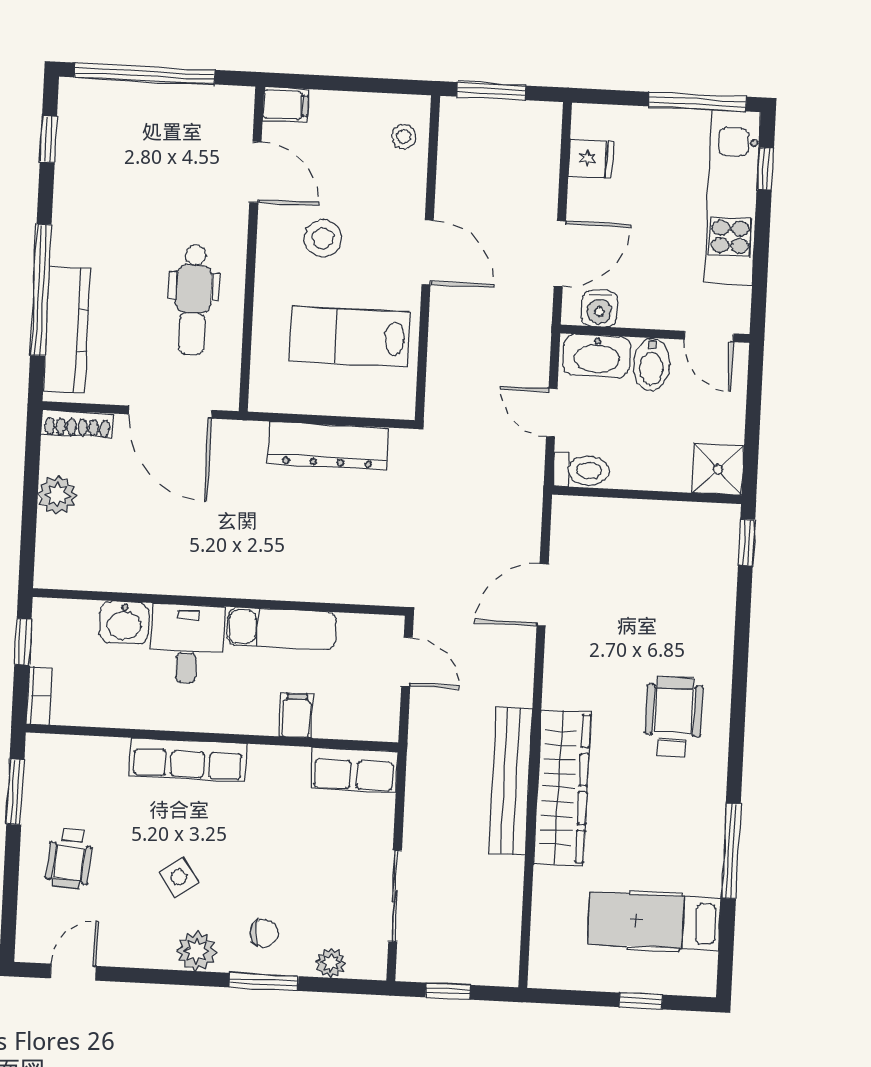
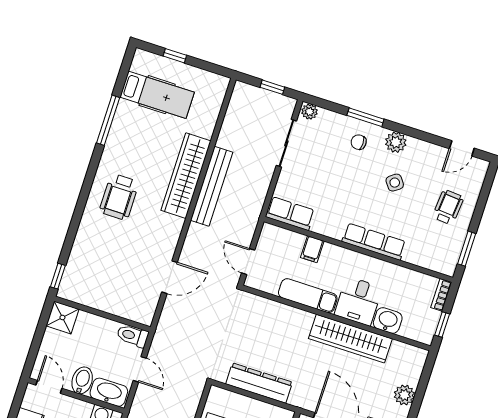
wardrobe: (183, 571) -> (350, 339), added
plant: (331, 963) -> (309, 112), moved

